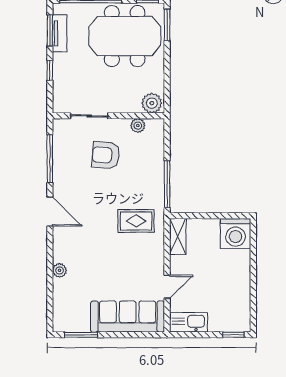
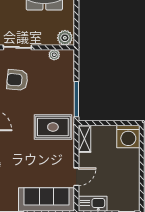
armchair: (106, 155) -> (17, 80), moved
rug: (136, 221) -> (53, 127), width x1.36, depth x1.43

